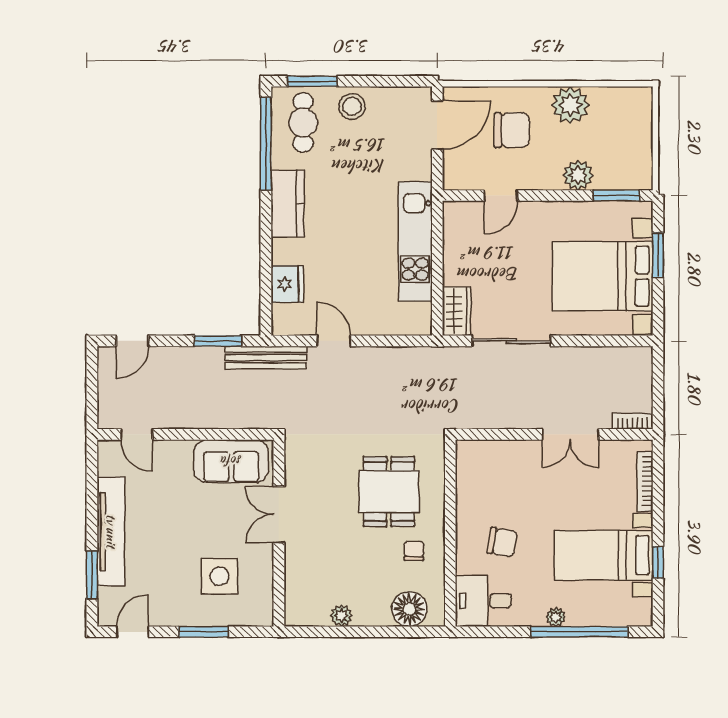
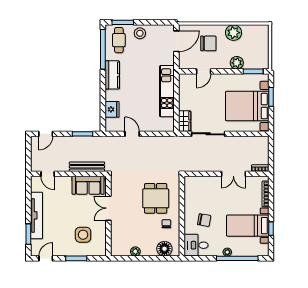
bench: (266, 358) -> (87, 167), moved

